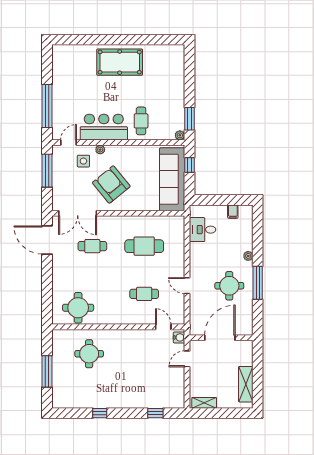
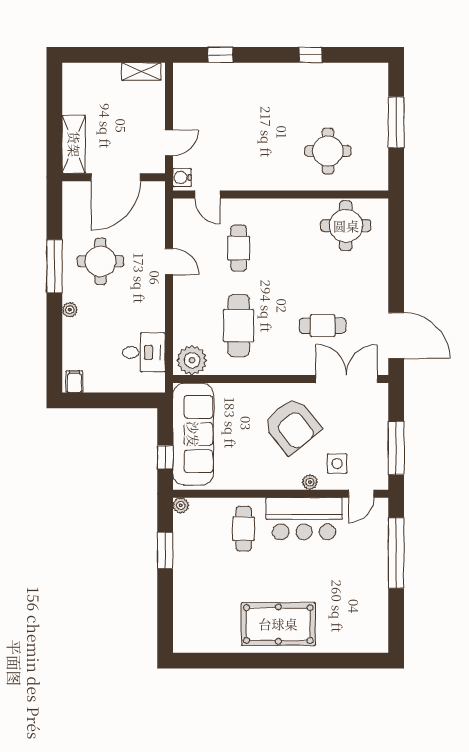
window: (189, 119) -> (165, 550), moved
filing cabinet: (233, 212) -> (74, 382), moved
plant: (173, 225) -> (192, 360), added
cafe table: (144, 246) -> (239, 326), turned 90
cafe table: (144, 294) -> (239, 248), turned 90
shelving: (246, 384) -> (74, 144), moved

